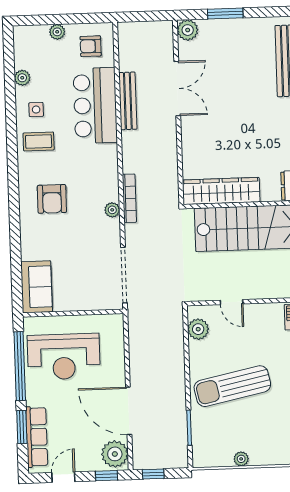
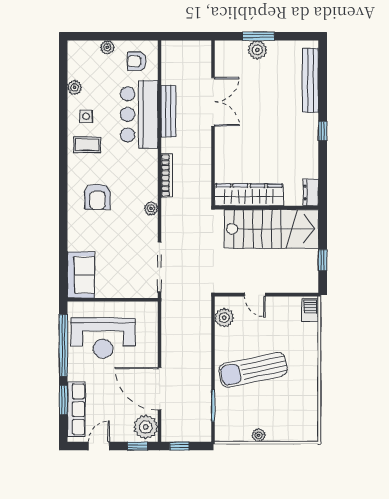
plant: (188, 30) -> (257, 50), moved
bookcase: (129, 198) -> (167, 175), moved

